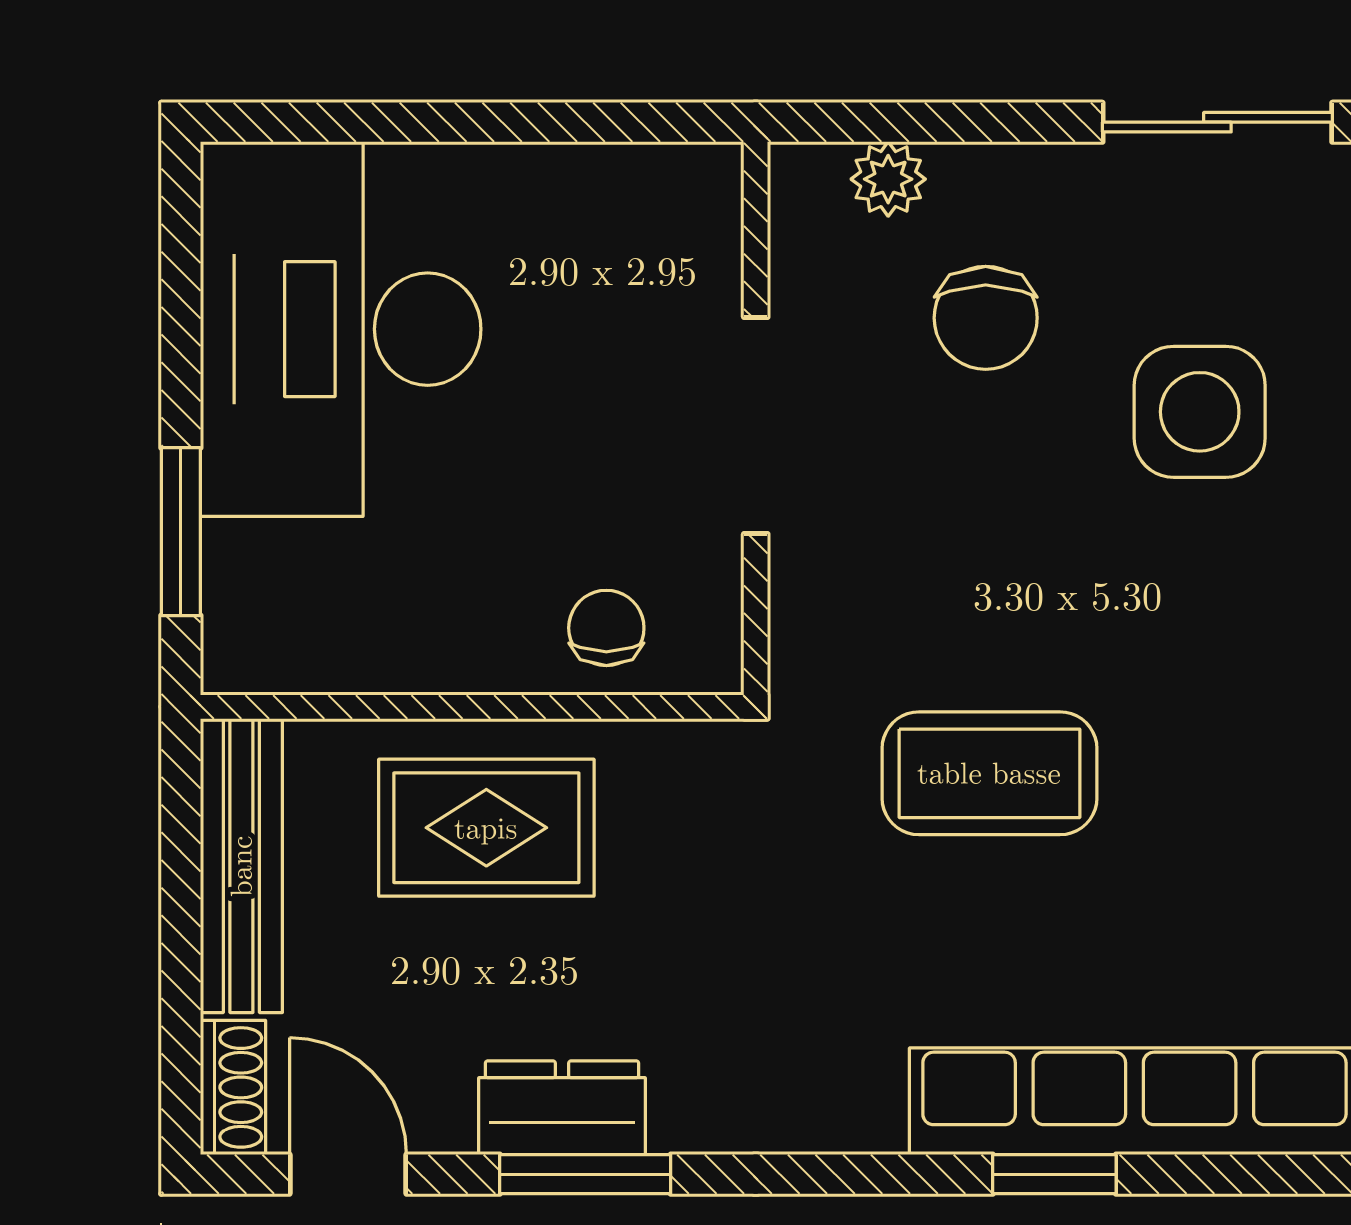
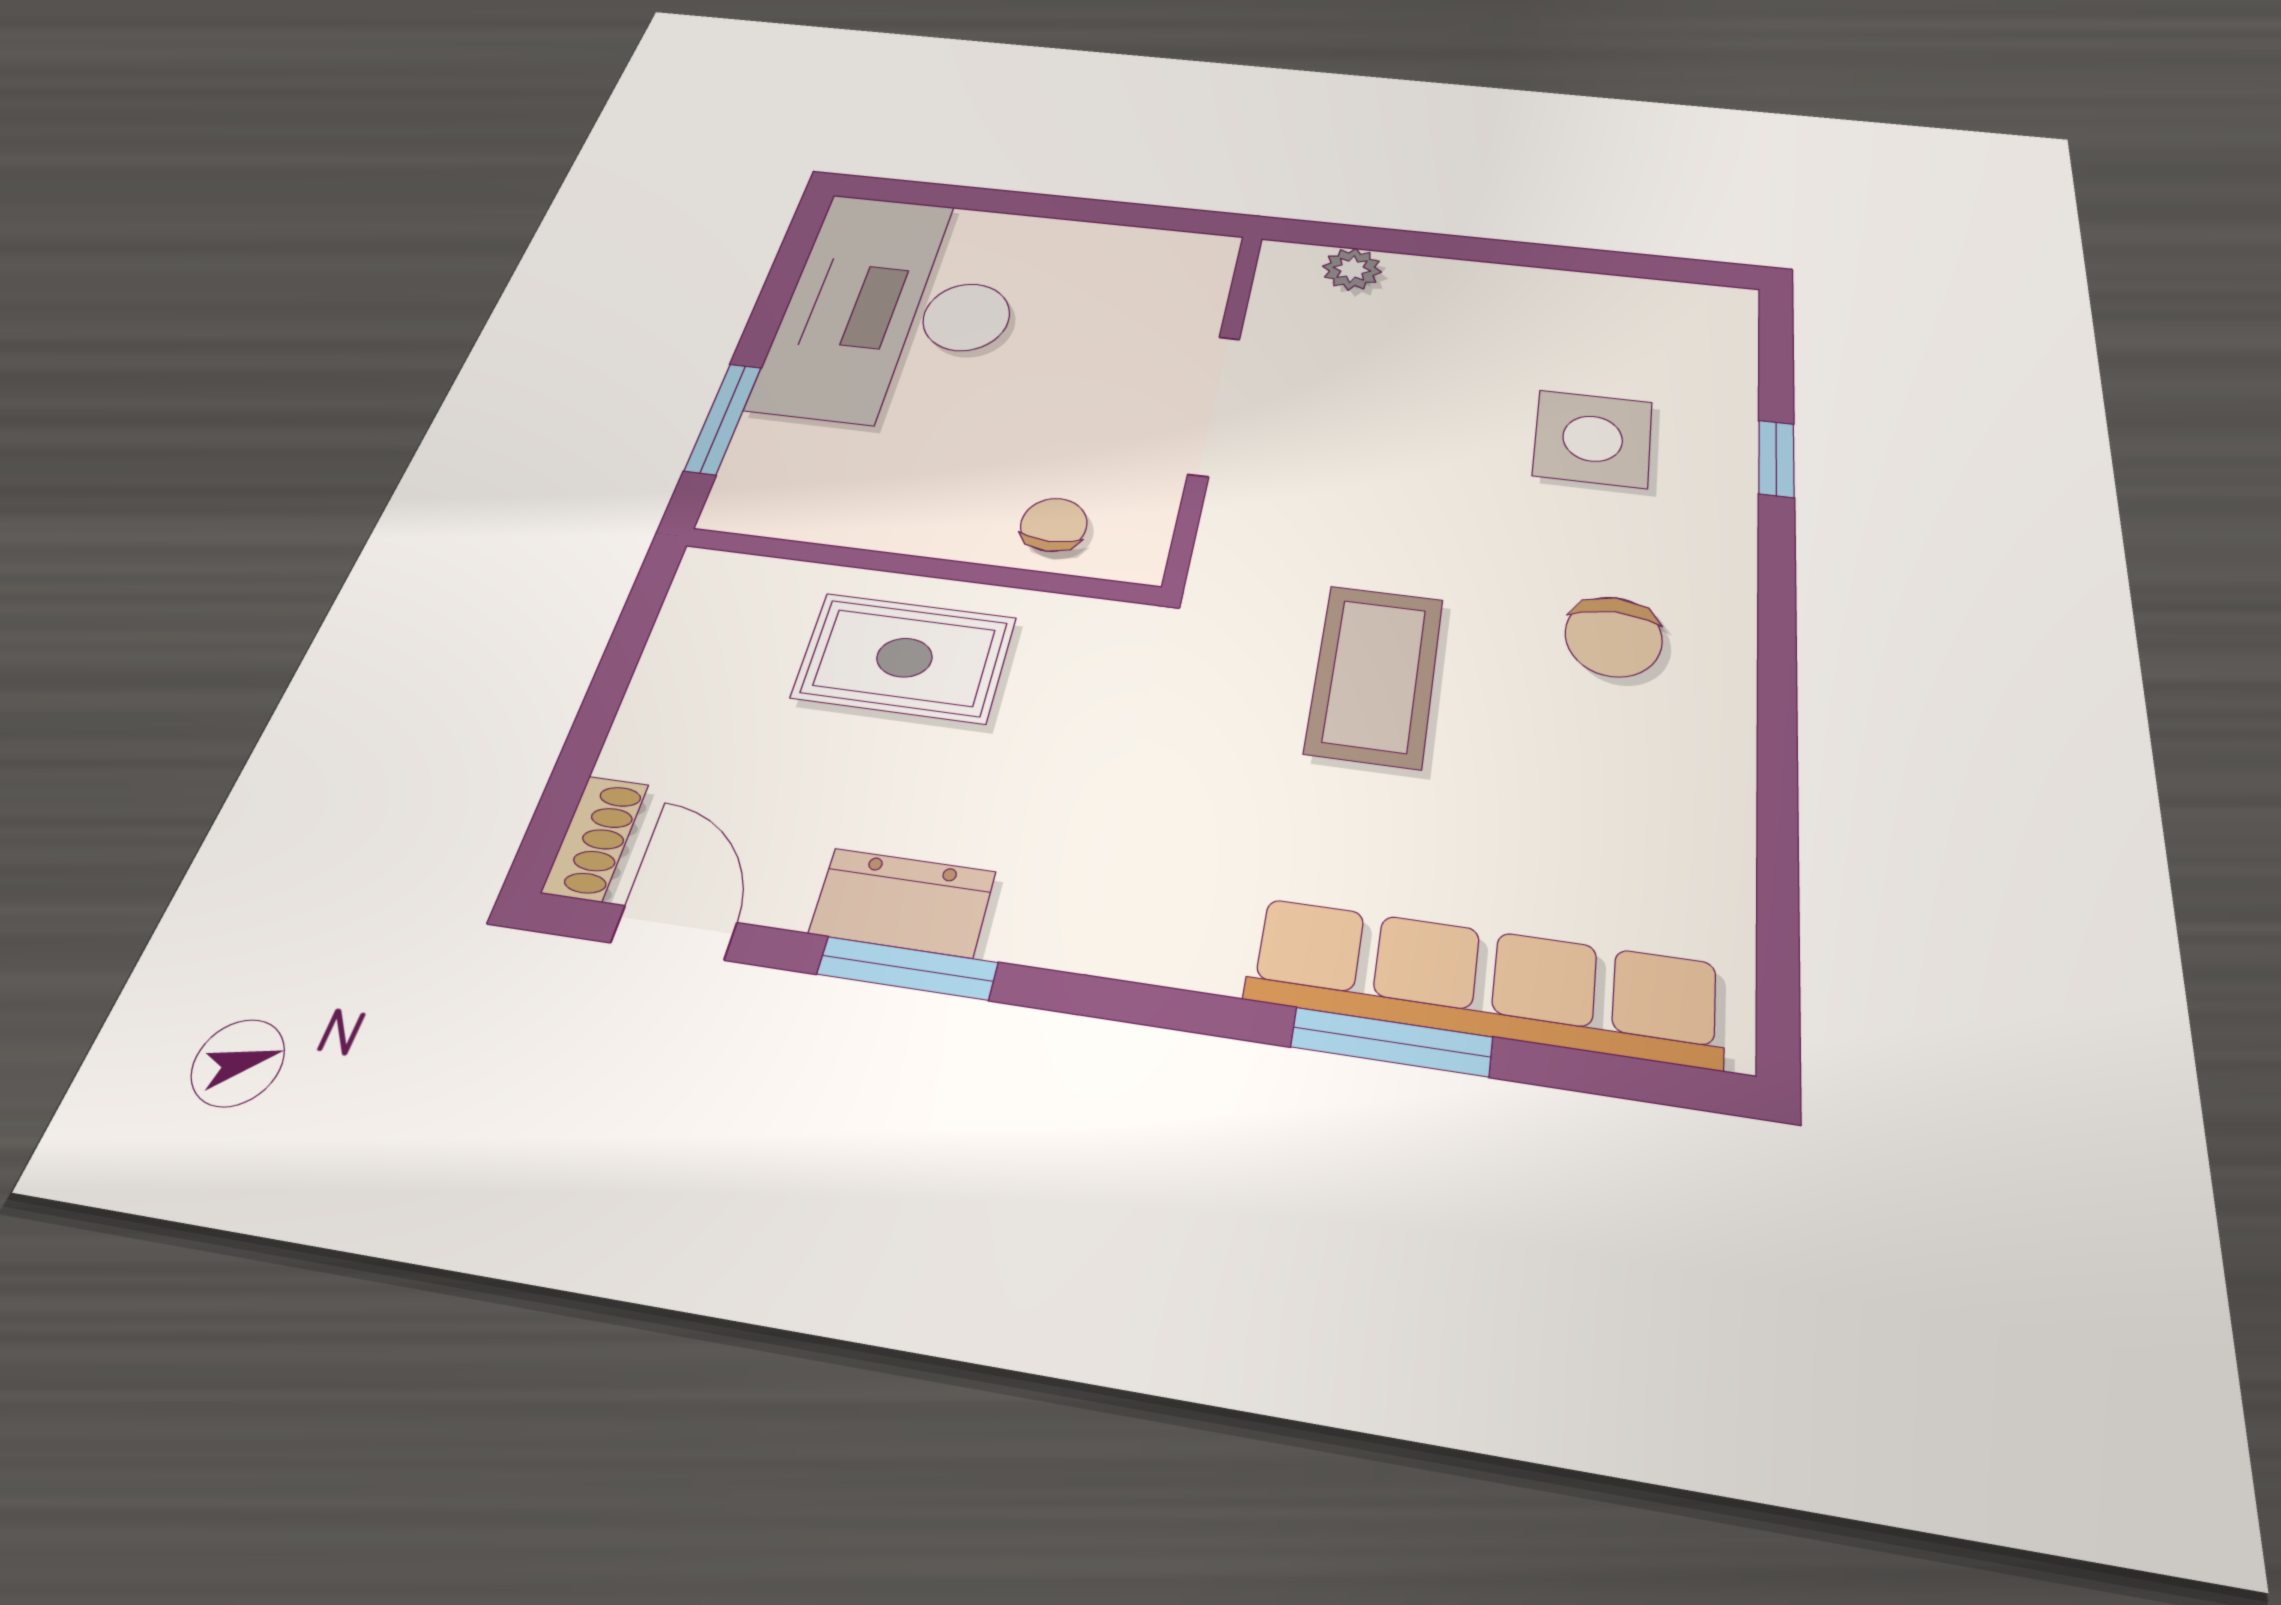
sliding door: (1217, 122) -> (1620, 264), removed
chair: (986, 318) -> (1614, 637), moved
coffee table: (989, 773) -> (1375, 675), turned 90
bench: (241, 866) -> (677, 658), removed
window: (1054, 1174) -> (1392, 1042), width x1.50

